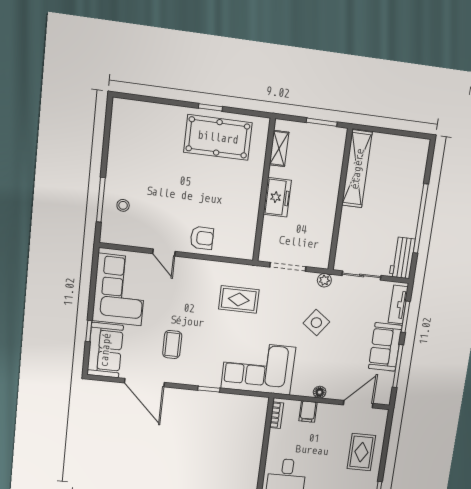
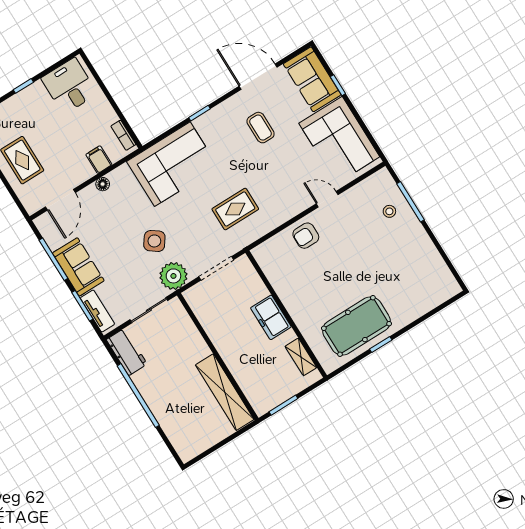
plant: (324, 280) -> (173, 276), width x1.88, depth x1.88

